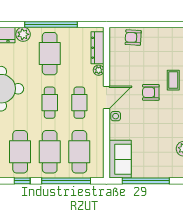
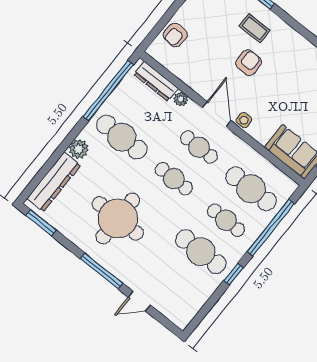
window: (51, 24) -> (108, 91), moved
armchair: (151, 92) -> (249, 63), turned 180
cafe table: (50, 152) -> (226, 220), width x0.73, depth x0.74

